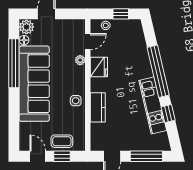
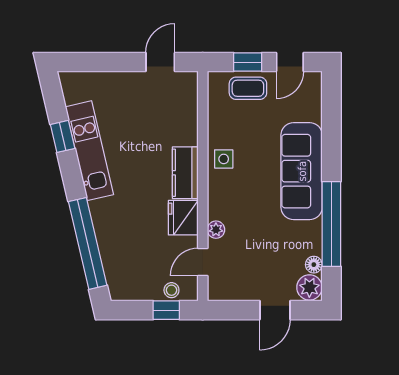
window: (121, 14) -> (166, 310), moved
window: (158, 71) -> (88, 243), moved
sofa: (34, 84) -> (302, 171), width x0.74, depth x0.79
kitchen counter: (98, 107) -> (185, 173), moved
door: (38, 156) -> (290, 62), hinge flipped
window: (146, 156) -> (101, 62), removed

